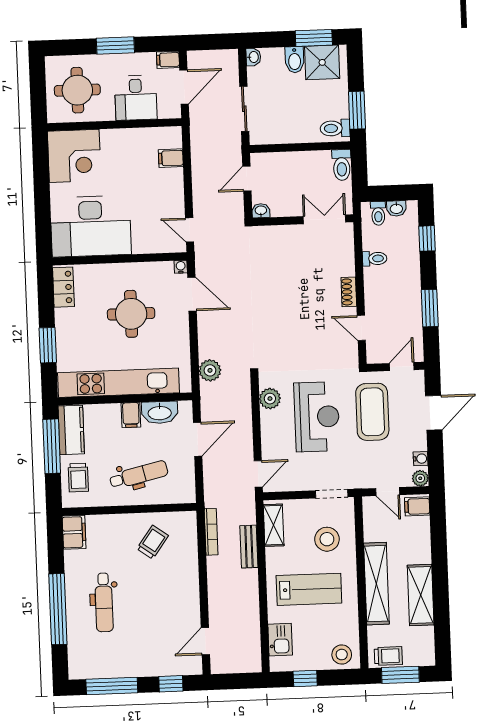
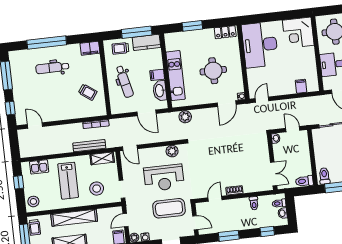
kitchen unit: (119, 383) -> (176, 76), width x0.73
bench: (249, 547) -> (89, 146), width x1.36

